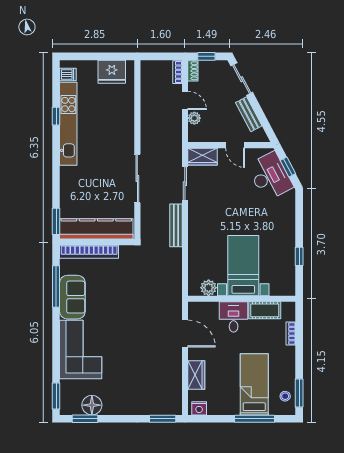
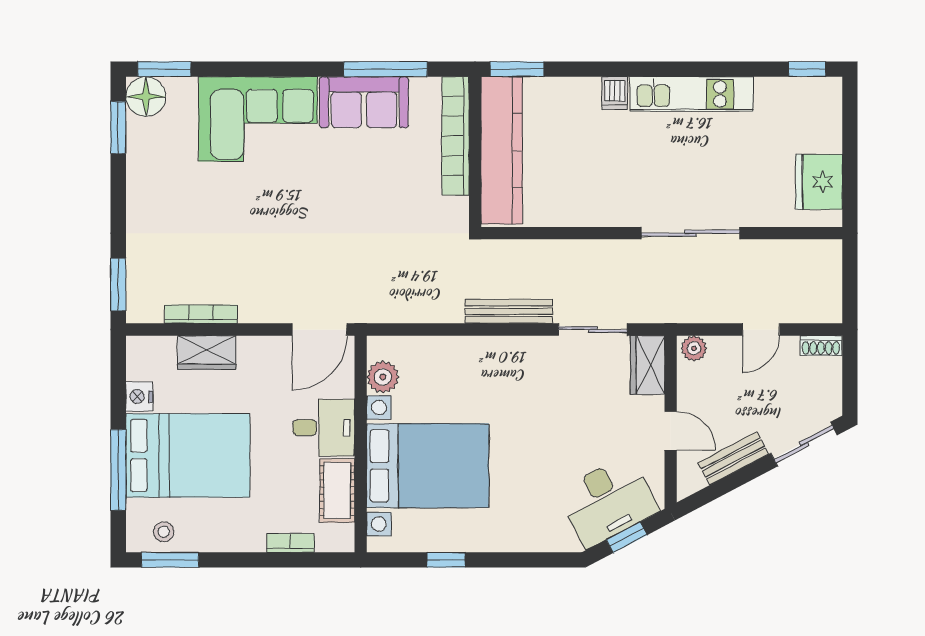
window: (206, 56) -> (850, 373), removed
bookcase: (177, 72) -> (201, 314), moved, width x1.56
dishwasher: (68, 75) -> (615, 93), moved
window: (56, 116) -> (807, 69), moved
plant: (194, 118) -> (694, 348), moved
kitchen unit: (68, 124) -> (692, 94), width x0.73
door: (235, 145) -> (671, 431), swing flipped
sliding door: (137, 178) -> (690, 233), moved
bed with nightstands: (243, 266) -> (428, 466), width x1.36
door: (185, 334) -> (319, 330), moved
bed: (254, 384) -> (188, 455), width x1.50
floor lamp: (92, 405) -> (146, 97), moved
nightstand: (199, 408) -> (139, 397), moved

